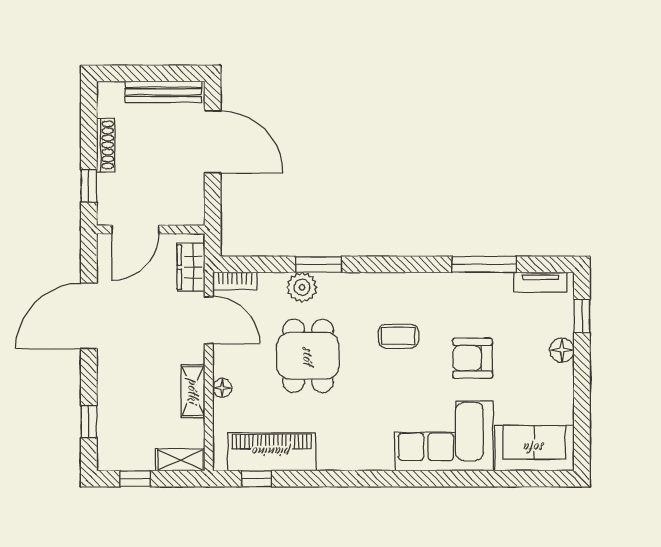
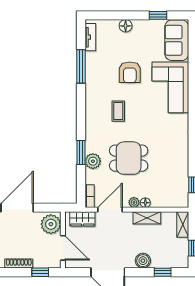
plant: (181, 207) -> (51, 224), added
window: (582, 316) -> (158, 15), moved
plant: (223, 366) -> (134, 202), added
boiler: (111, 383) -> (143, 261), added
piano: (272, 452) -> (179, 177), removed

